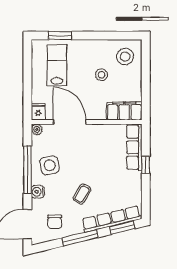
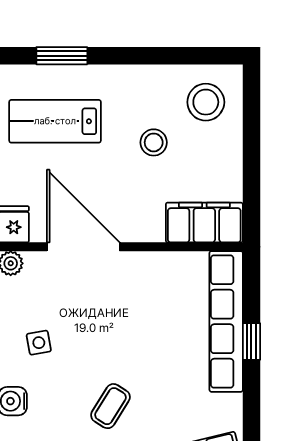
lab bench: (57, 65) -> (55, 121), turned -90
row of seats: (134, 147) -> (226, 321), width x1.36
side table: (50, 165) -> (39, 343), width x0.54, depth x0.54

